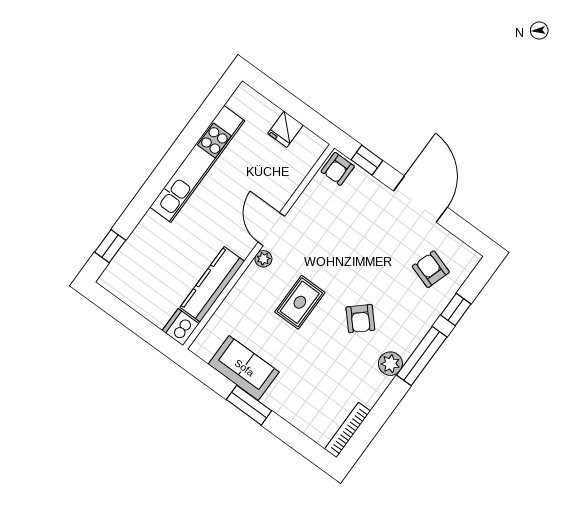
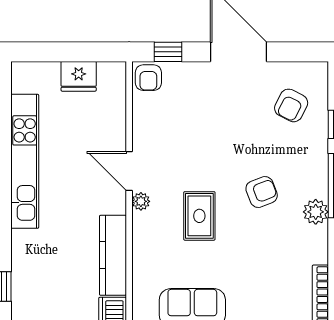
fridge: (285, 129) -> (79, 76), width x1.38
armchair: (431, 269) -> (291, 105), turned -81
armchair: (360, 319) -> (262, 192), turned -69

